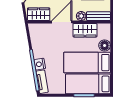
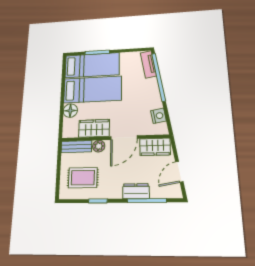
nightstand: (40, 64) -> (158, 116), moved

